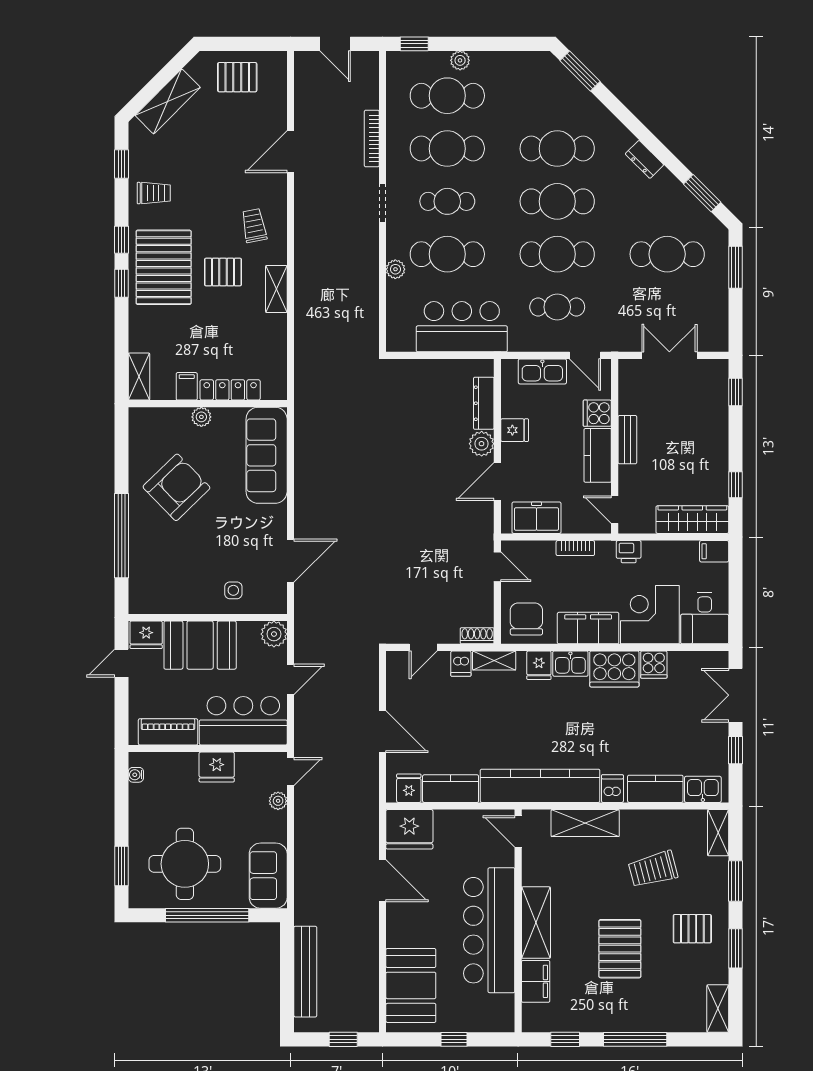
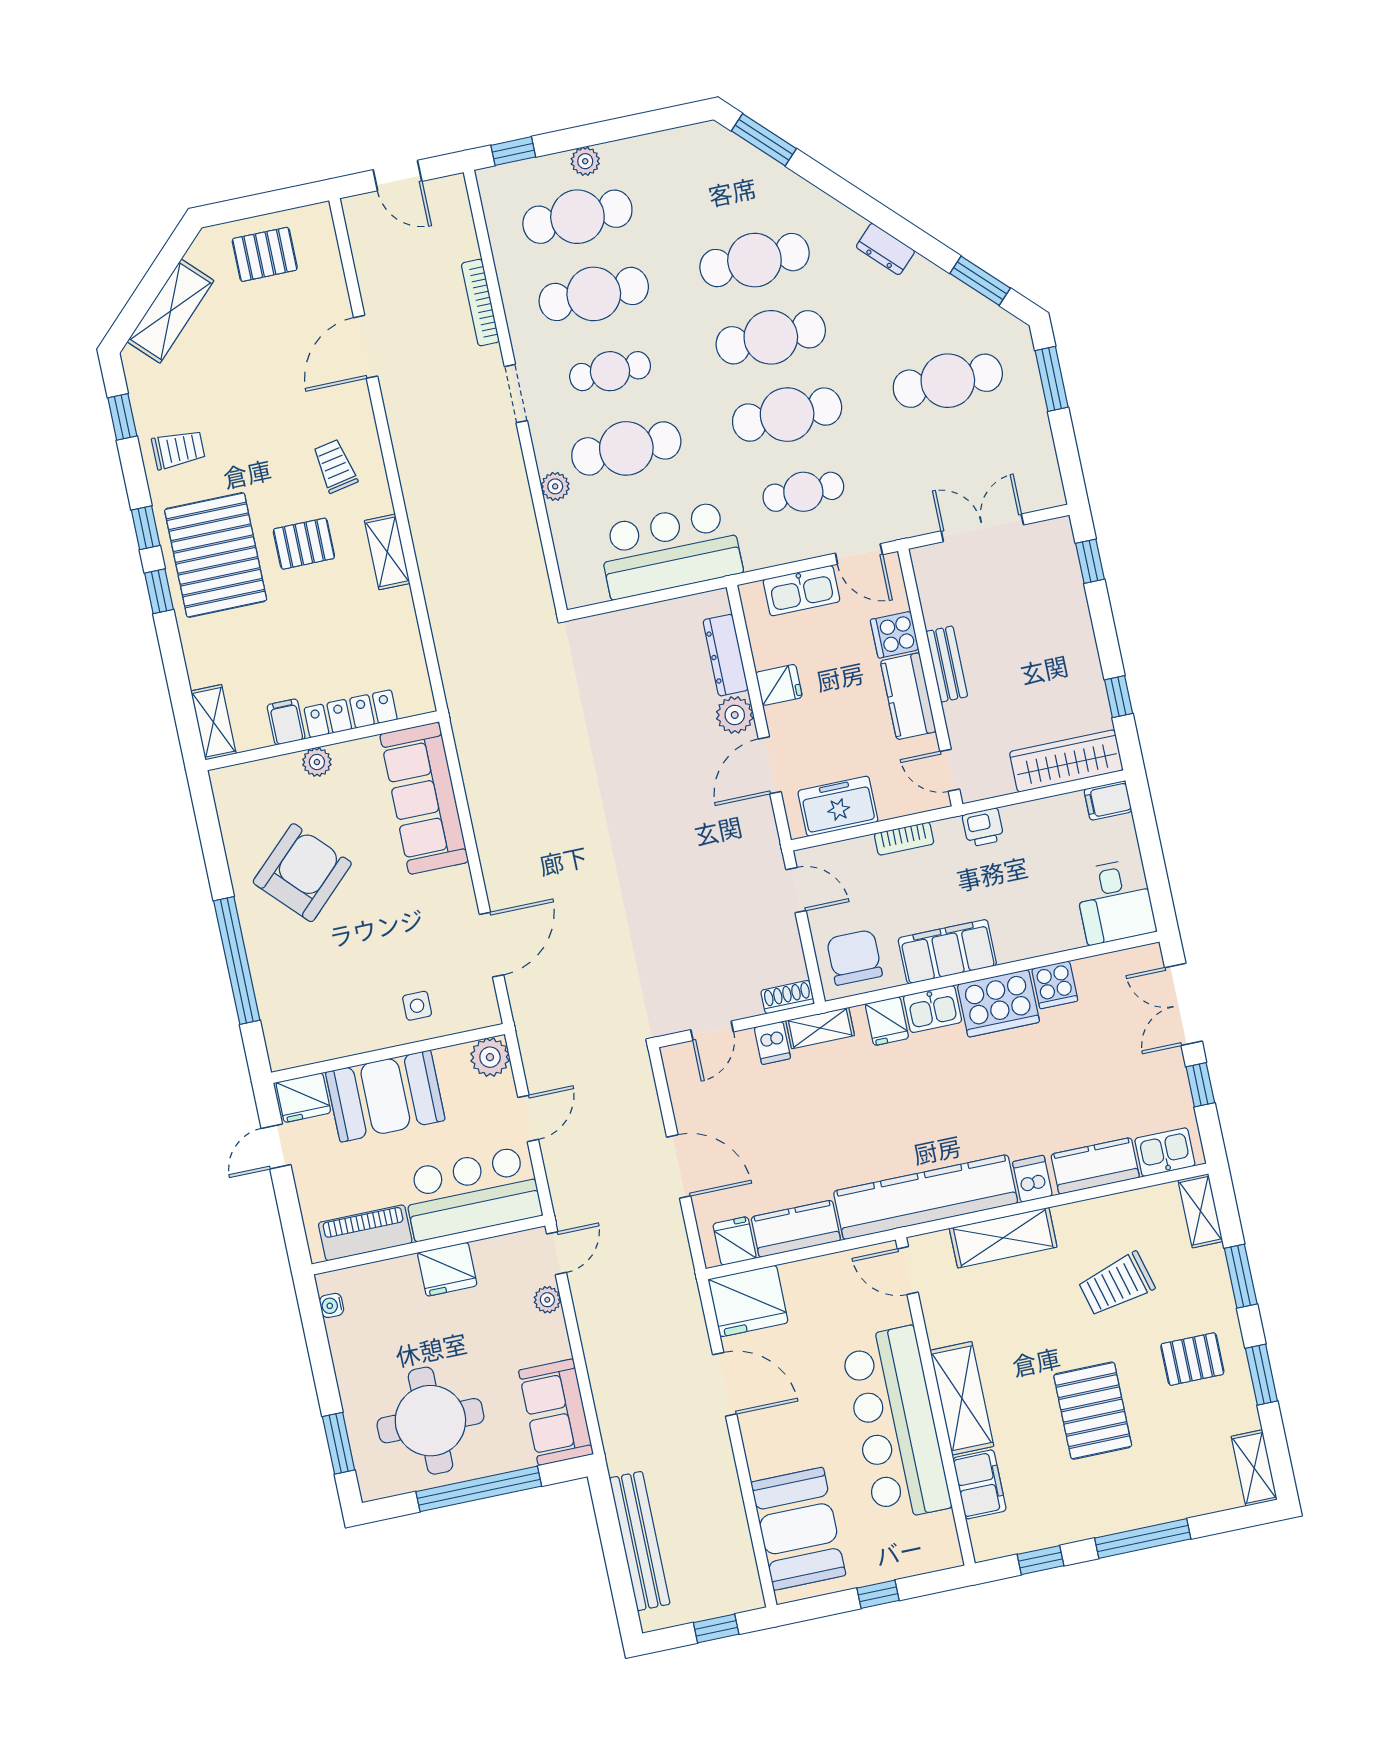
corner desk: (650, 615) -> (1033, 913), removed

